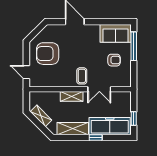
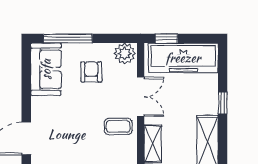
plant: (125, 80) -> (125, 53), added
window: (134, 118) -> (166, 38), moved
freezer: (110, 126) -> (183, 58), moved, turned -90

